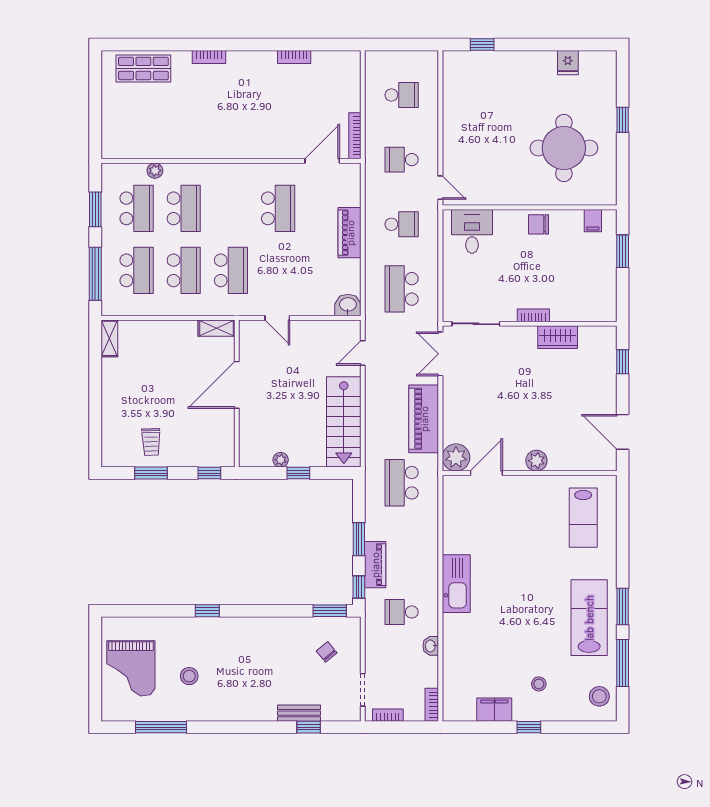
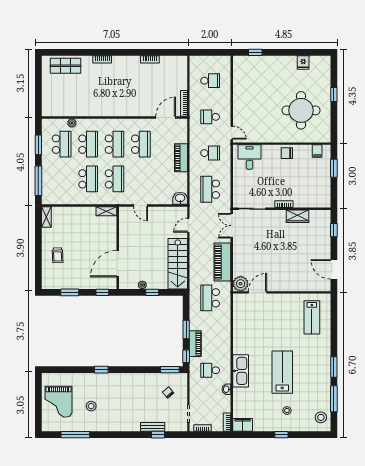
school desk: (137, 270) -> (115, 144), moved
door: (237, 385) -> (118, 264), moved
trolley: (151, 442) -> (58, 255), moved
plant: (536, 461) -> (286, 285), removed
kitchen sink: (456, 584) -> (241, 371), moved
lab bench: (589, 618) -> (282, 372), moved
filing cabinet: (494, 710) -> (243, 425), moved

